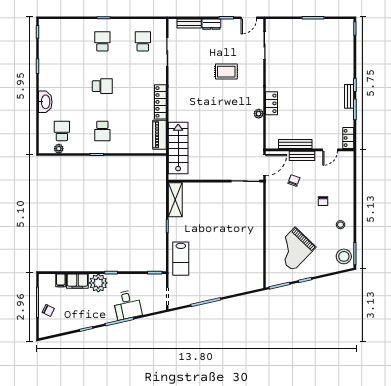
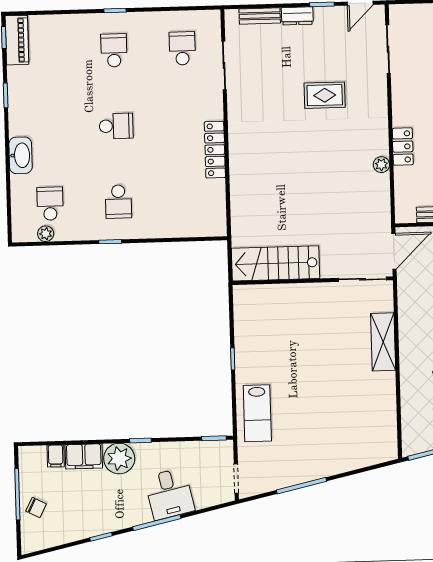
piano: (160, 135) -> (17, 40), moved, turned 180
stairs: (178, 148) -> (275, 263), moved, turned -90
shelving: (175, 200) -> (383, 342), moved

